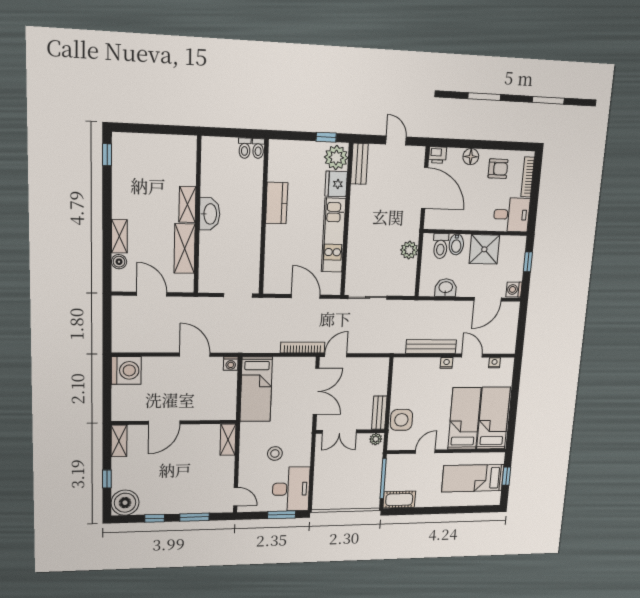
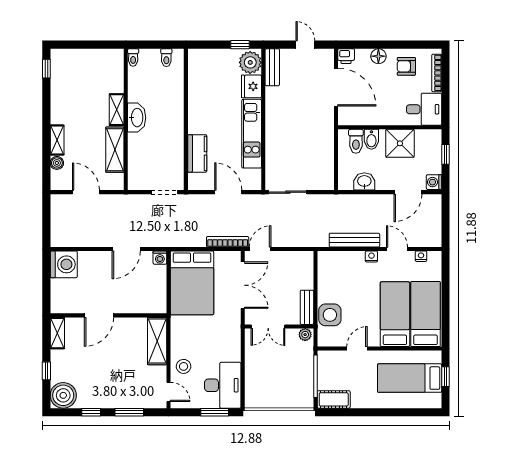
toilet: (258, 148) -> (133, 57), moved
armchair: (498, 169) -> (406, 66), turned 180
kitchen counter: (277, 203) -> (197, 153), moved
plant: (409, 250) -> (325, 146), removed
door: (195, 355) -> (126, 249), swing flipped
bed: (256, 389) -> (192, 283), width x1.50
shelving: (228, 440) -> (157, 341), width x1.50, depth x1.33
stool: (275, 453) -> (184, 366), moved

